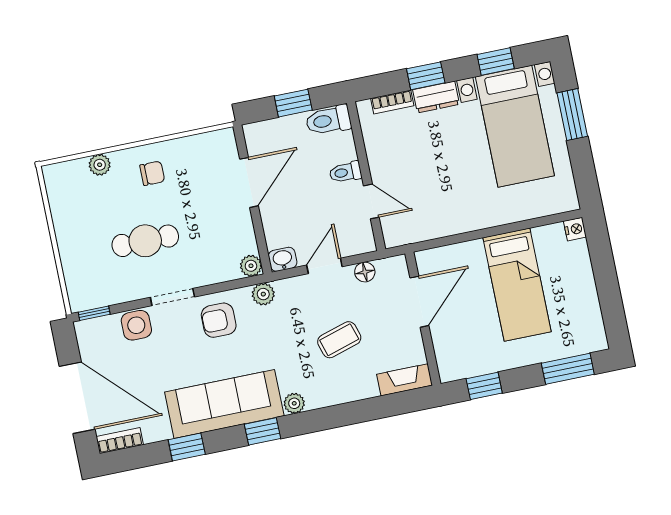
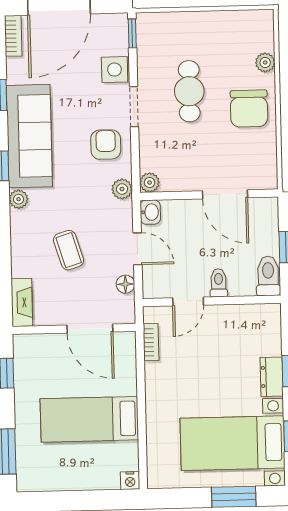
bookcase: (392, 102) -> (151, 342), moved, turned 180
chair: (152, 173) -> (249, 108), width x1.87, depth x1.87

